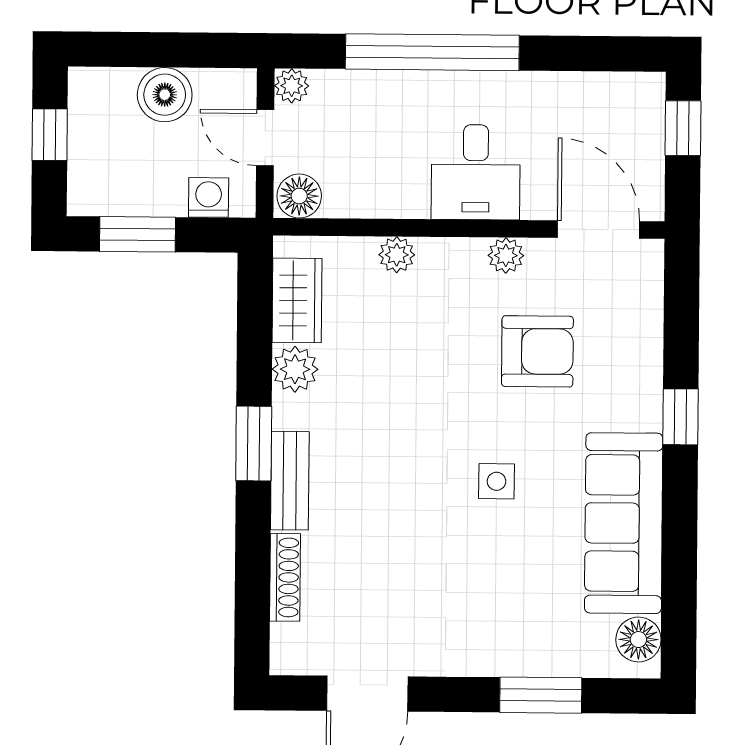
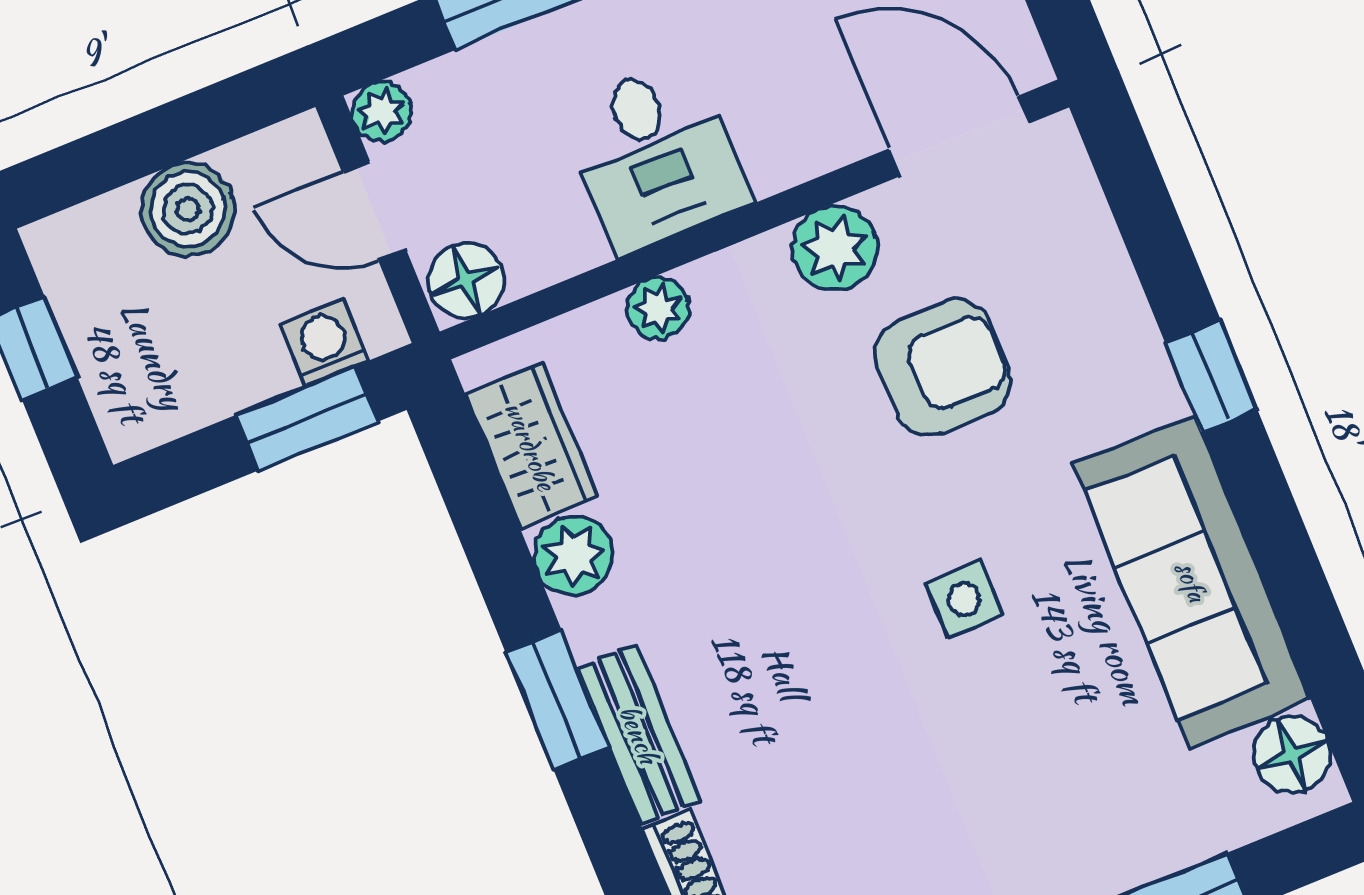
desk: (476, 172) -> (655, 156), moved
window: (138, 234) -> (306, 418), moved
plant: (506, 255) -> (835, 248), width x1.38, depth x1.38

